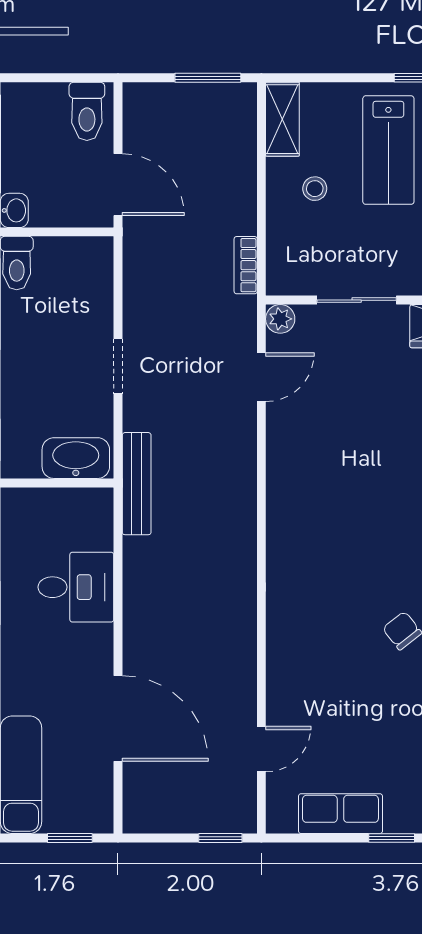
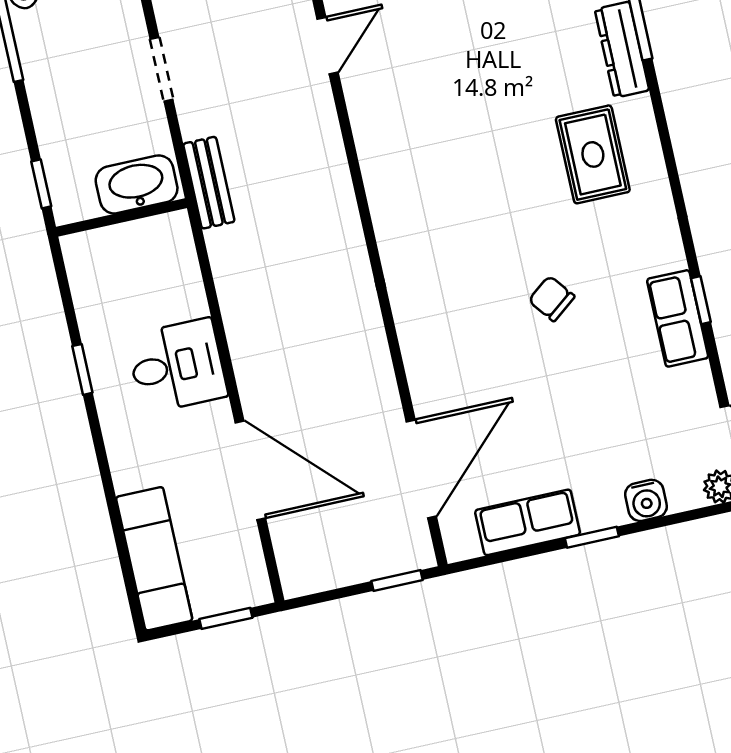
bench: (137, 484) -> (209, 183), width x0.73
desk: (76, 587) -> (177, 366), moved
door: (261, 749) -> (421, 469), width x1.87

